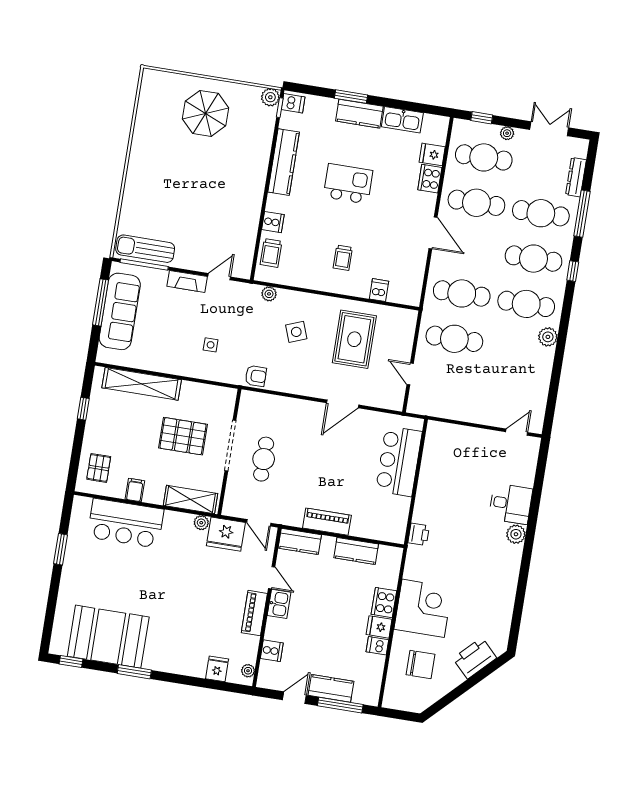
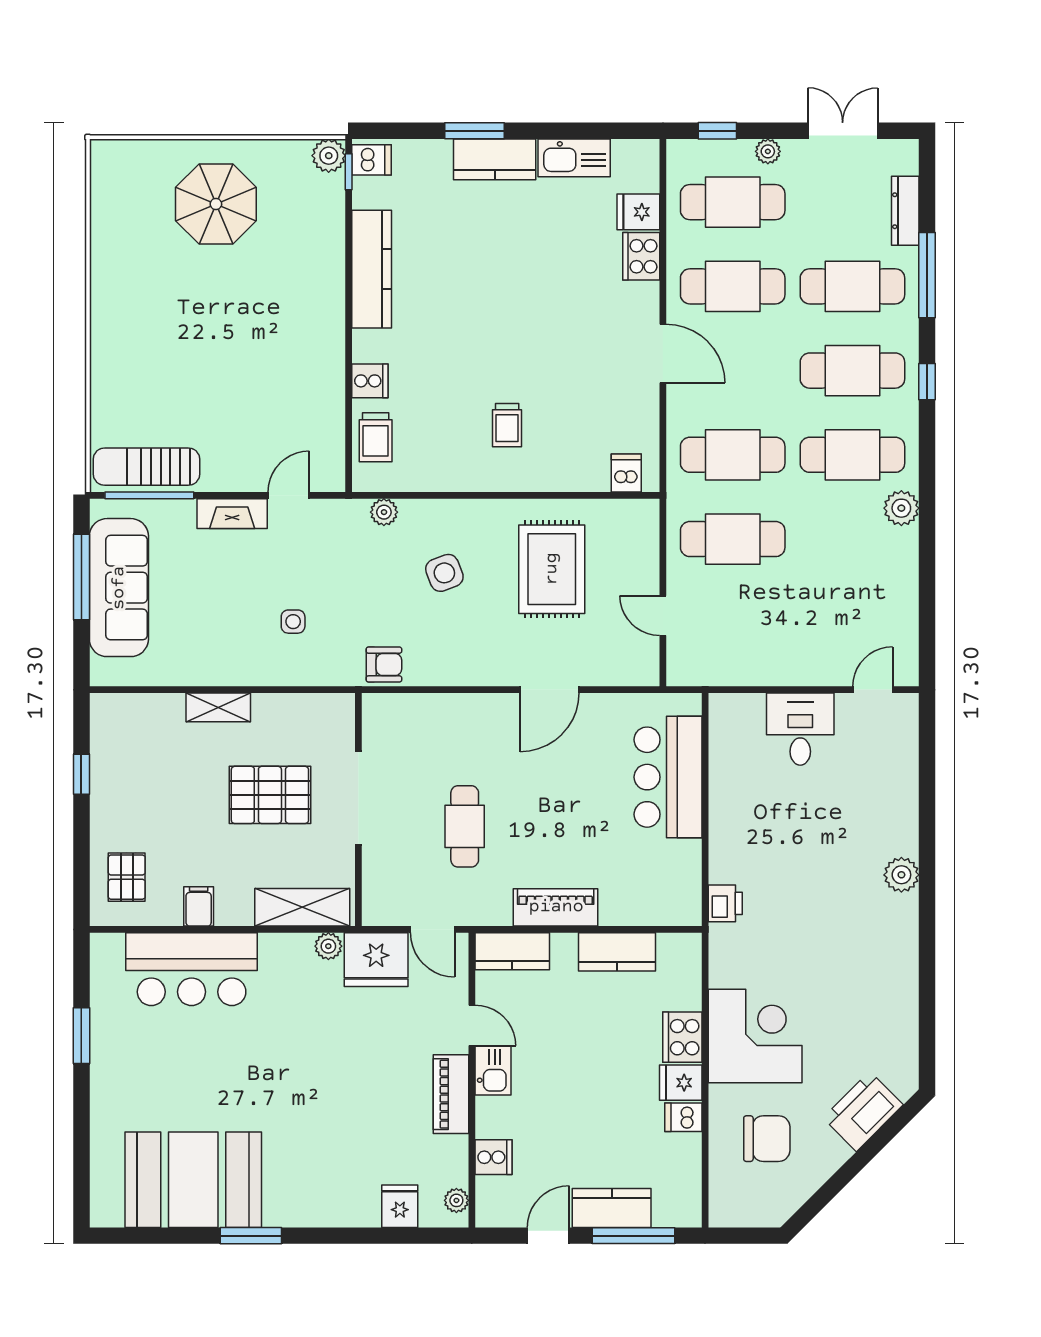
kitchen island: (348, 184) -> (495, 289), removed
dishwasher: (379, 290) -> (626, 473), moved
shelving: (142, 384) -> (218, 707), width x0.45, depth x0.75
cafe table: (264, 459) -> (465, 826), moved
desk: (511, 504) -> (800, 729), moved, turned -90
window: (71, 661) -> (133, 1236), removed

